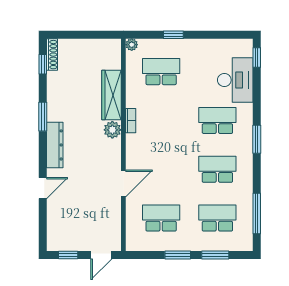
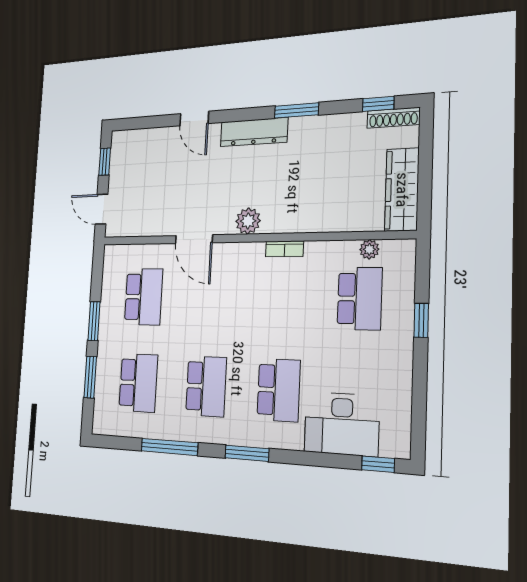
plant: (132, 45) -> (369, 249), moved
wardrobe: (111, 95) -> (402, 190), moved, turned -90
plant: (112, 130) -> (248, 221), moved
window: (257, 213) -> (169, 447), moved

